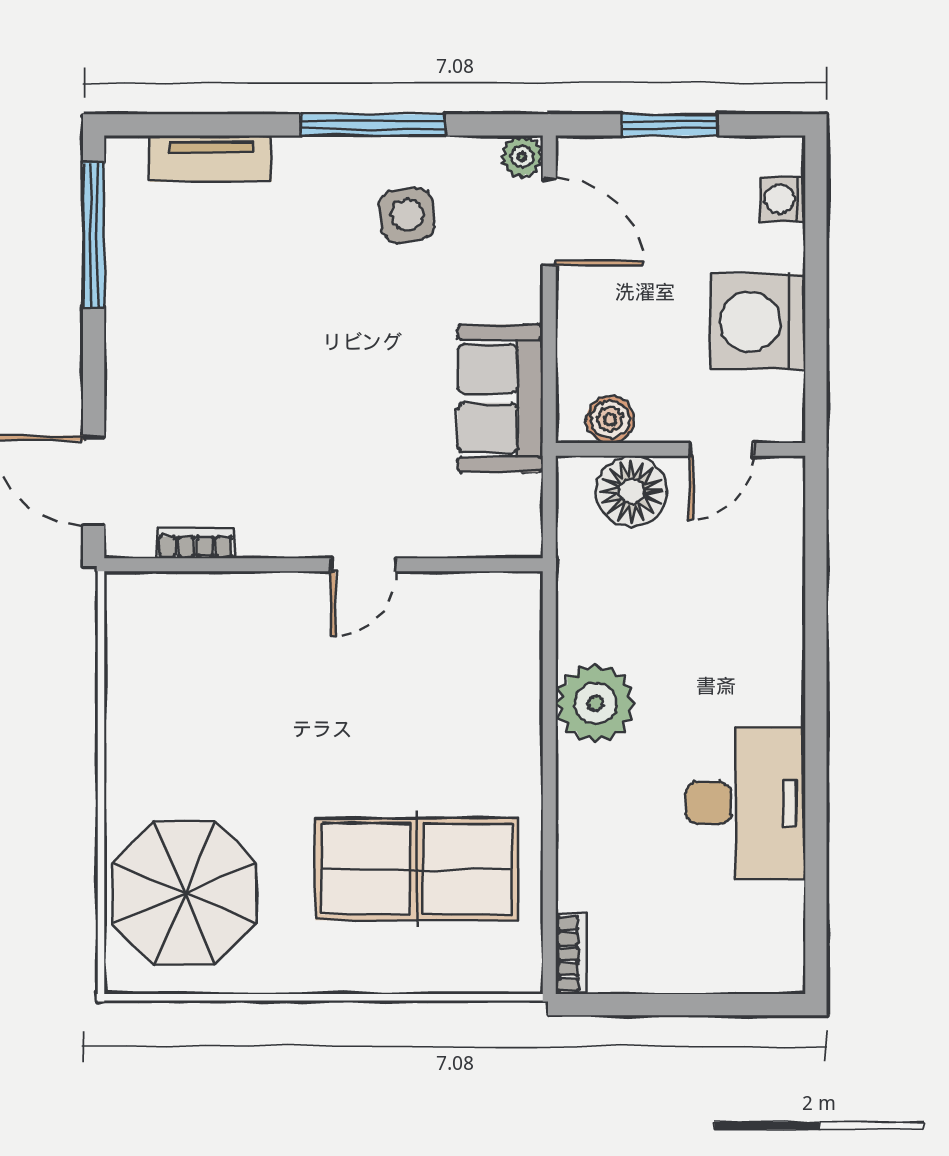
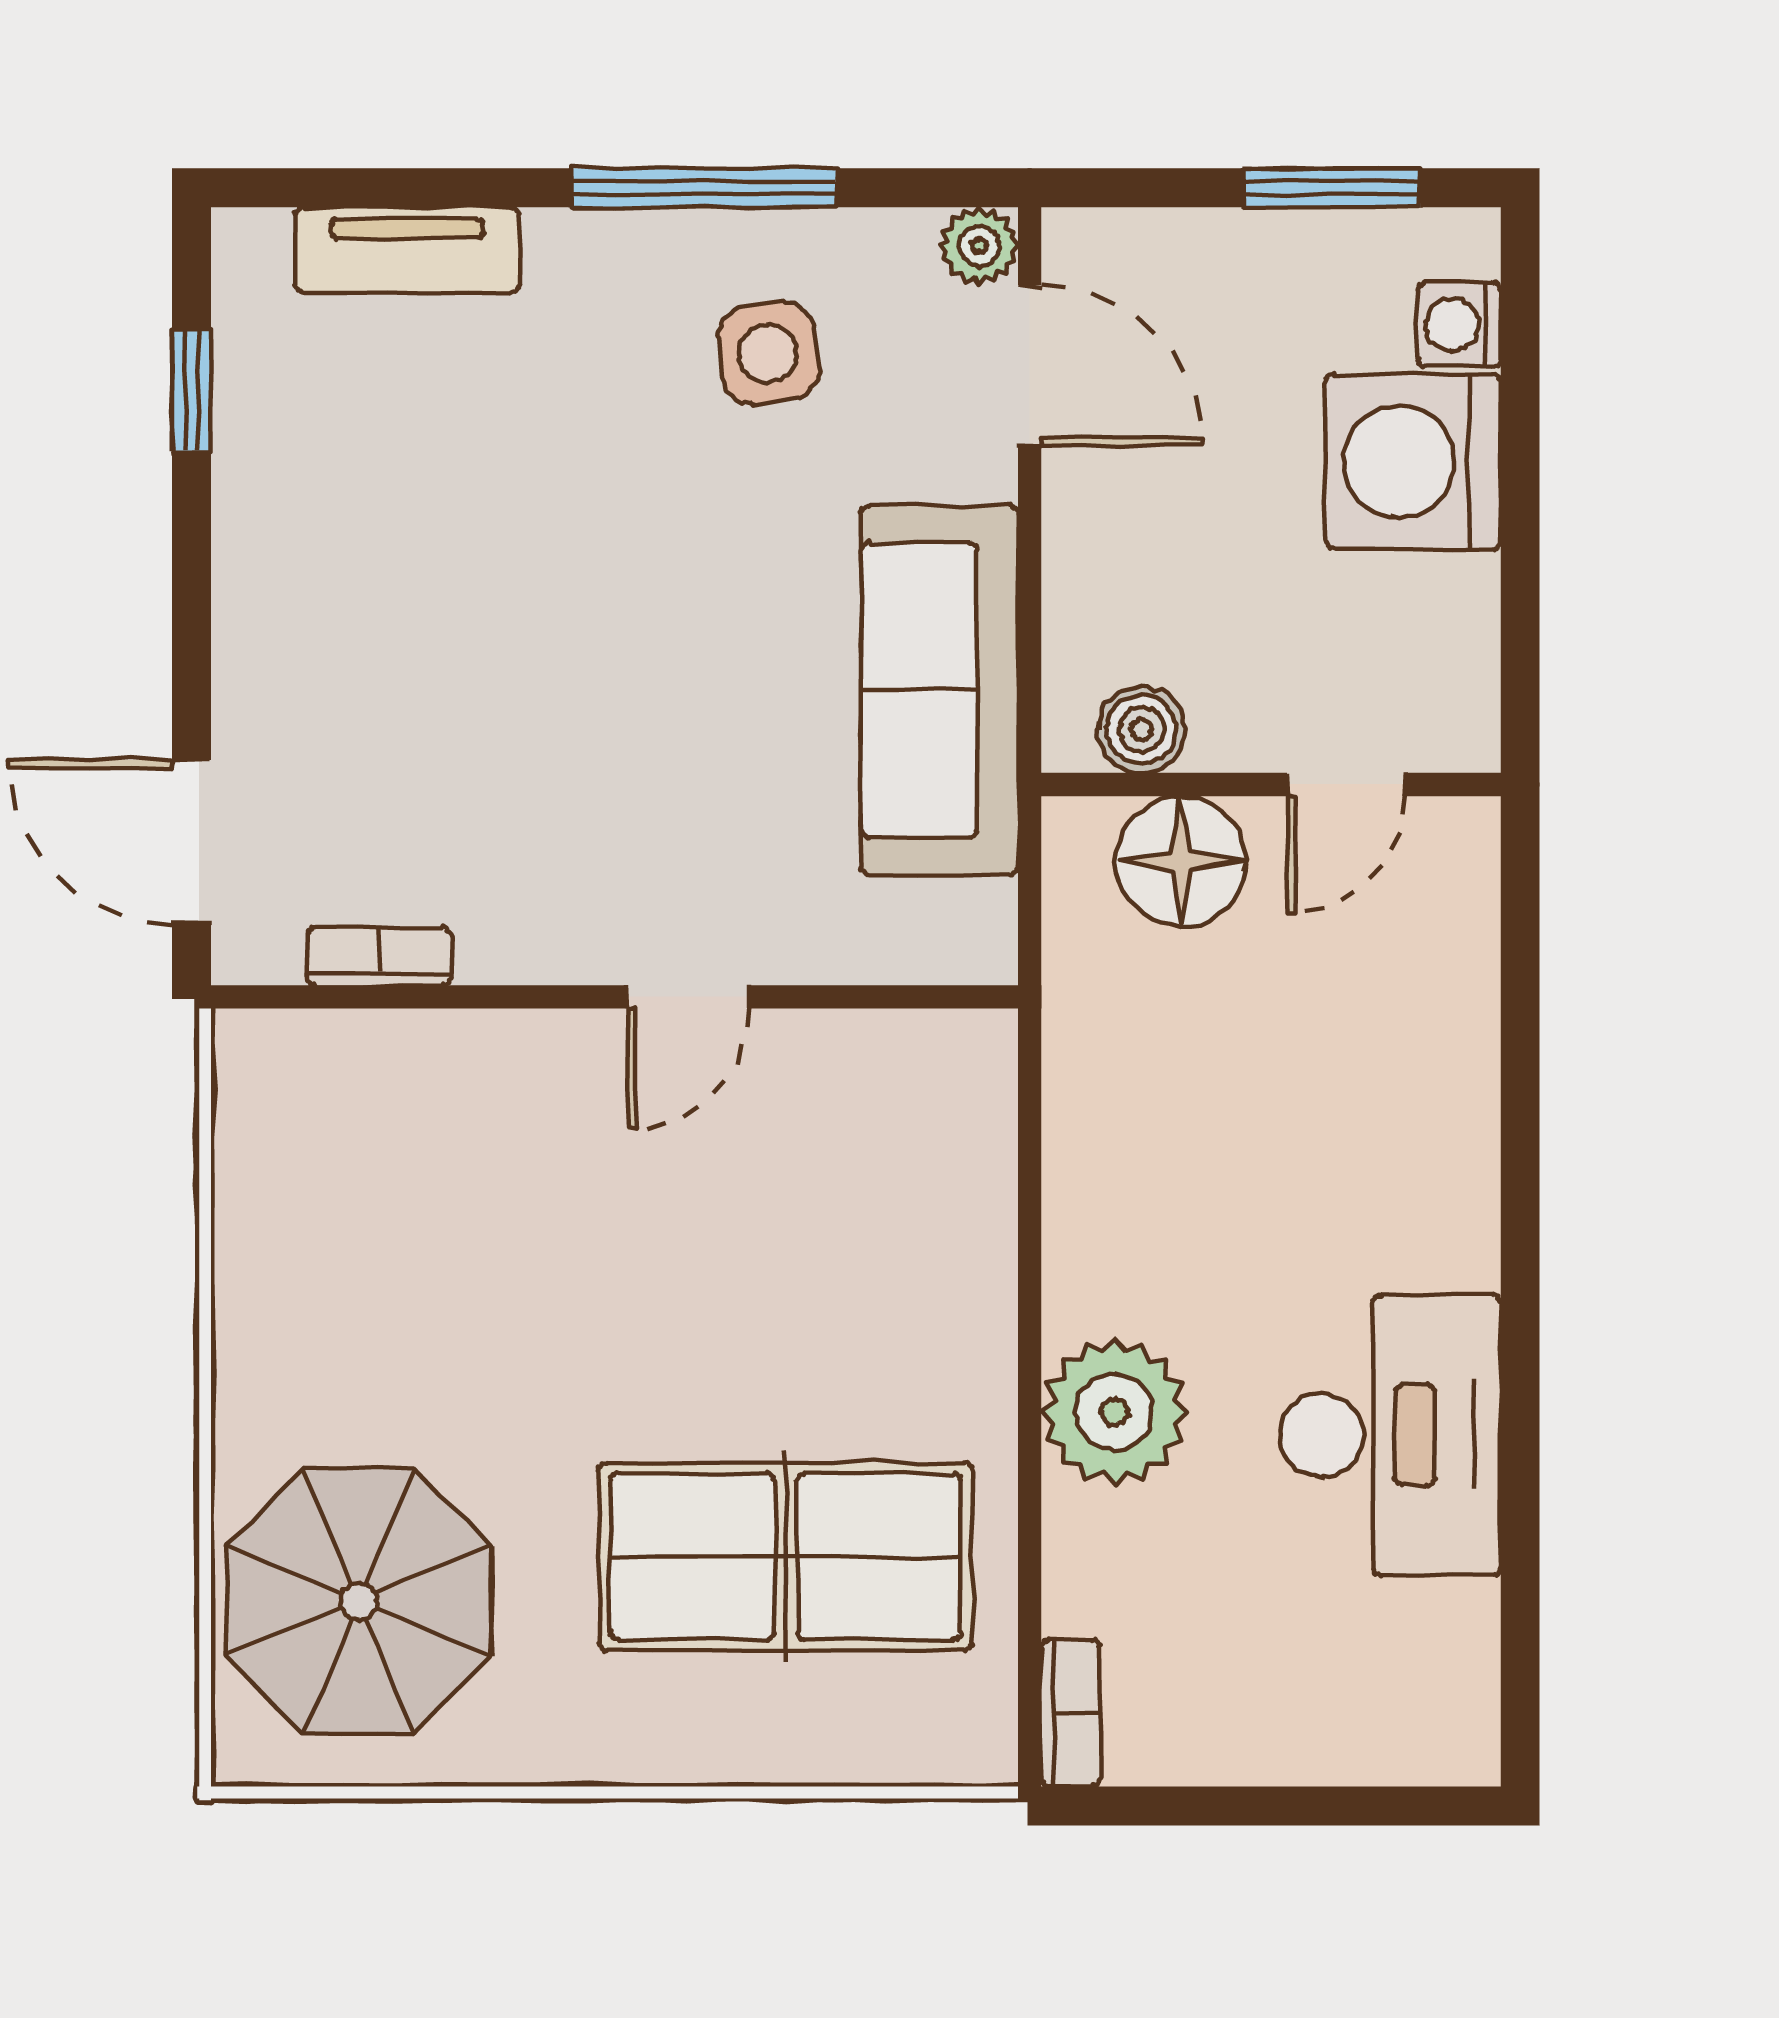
window: (670, 125) -> (1332, 188), moved
window: (94, 235) -> (192, 390), width x0.46
washing machine: (758, 322) -> (1413, 462), moved
sofa: (500, 398) -> (940, 690), width x1.36
plant: (595, 703) -> (1115, 1412), moved

